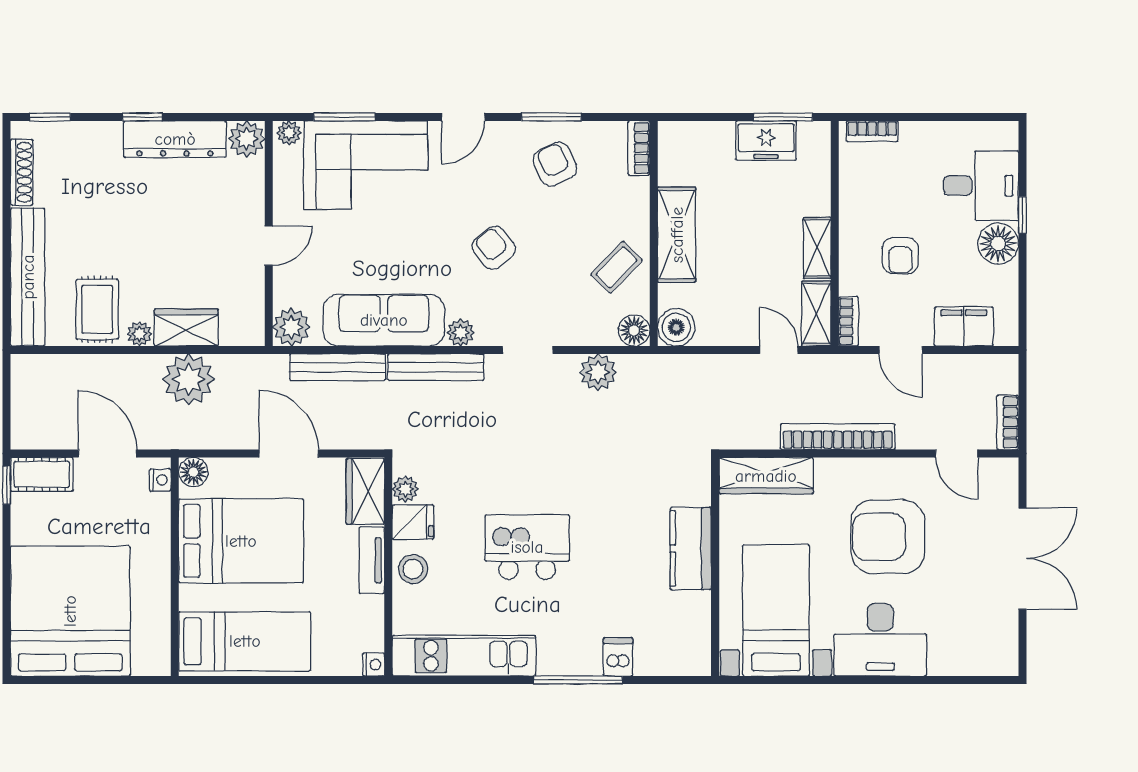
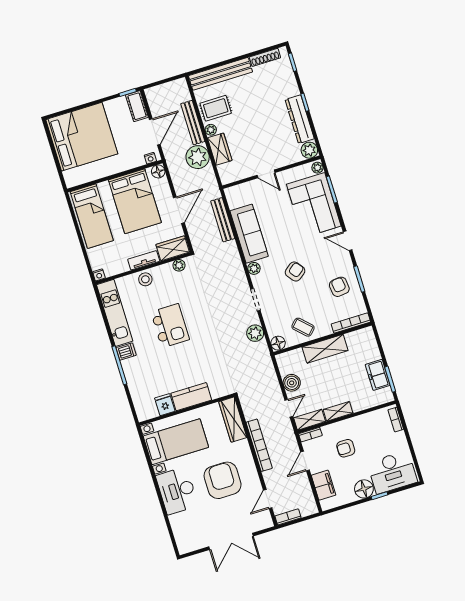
bookcase: (639, 148) -> (351, 323), width x1.56
armchair: (555, 164) -> (339, 287), turned -71
desk: (981, 186) -> (392, 472), width x1.37
plant: (291, 327) -> (234, 195), removed
boiler: (676, 327) -> (292, 383), moved
bench: (436, 367) -> (193, 123), moved
fridge: (413, 522) -> (165, 405), moved, turned 180
dishwasher: (618, 657) -> (126, 352), moved

